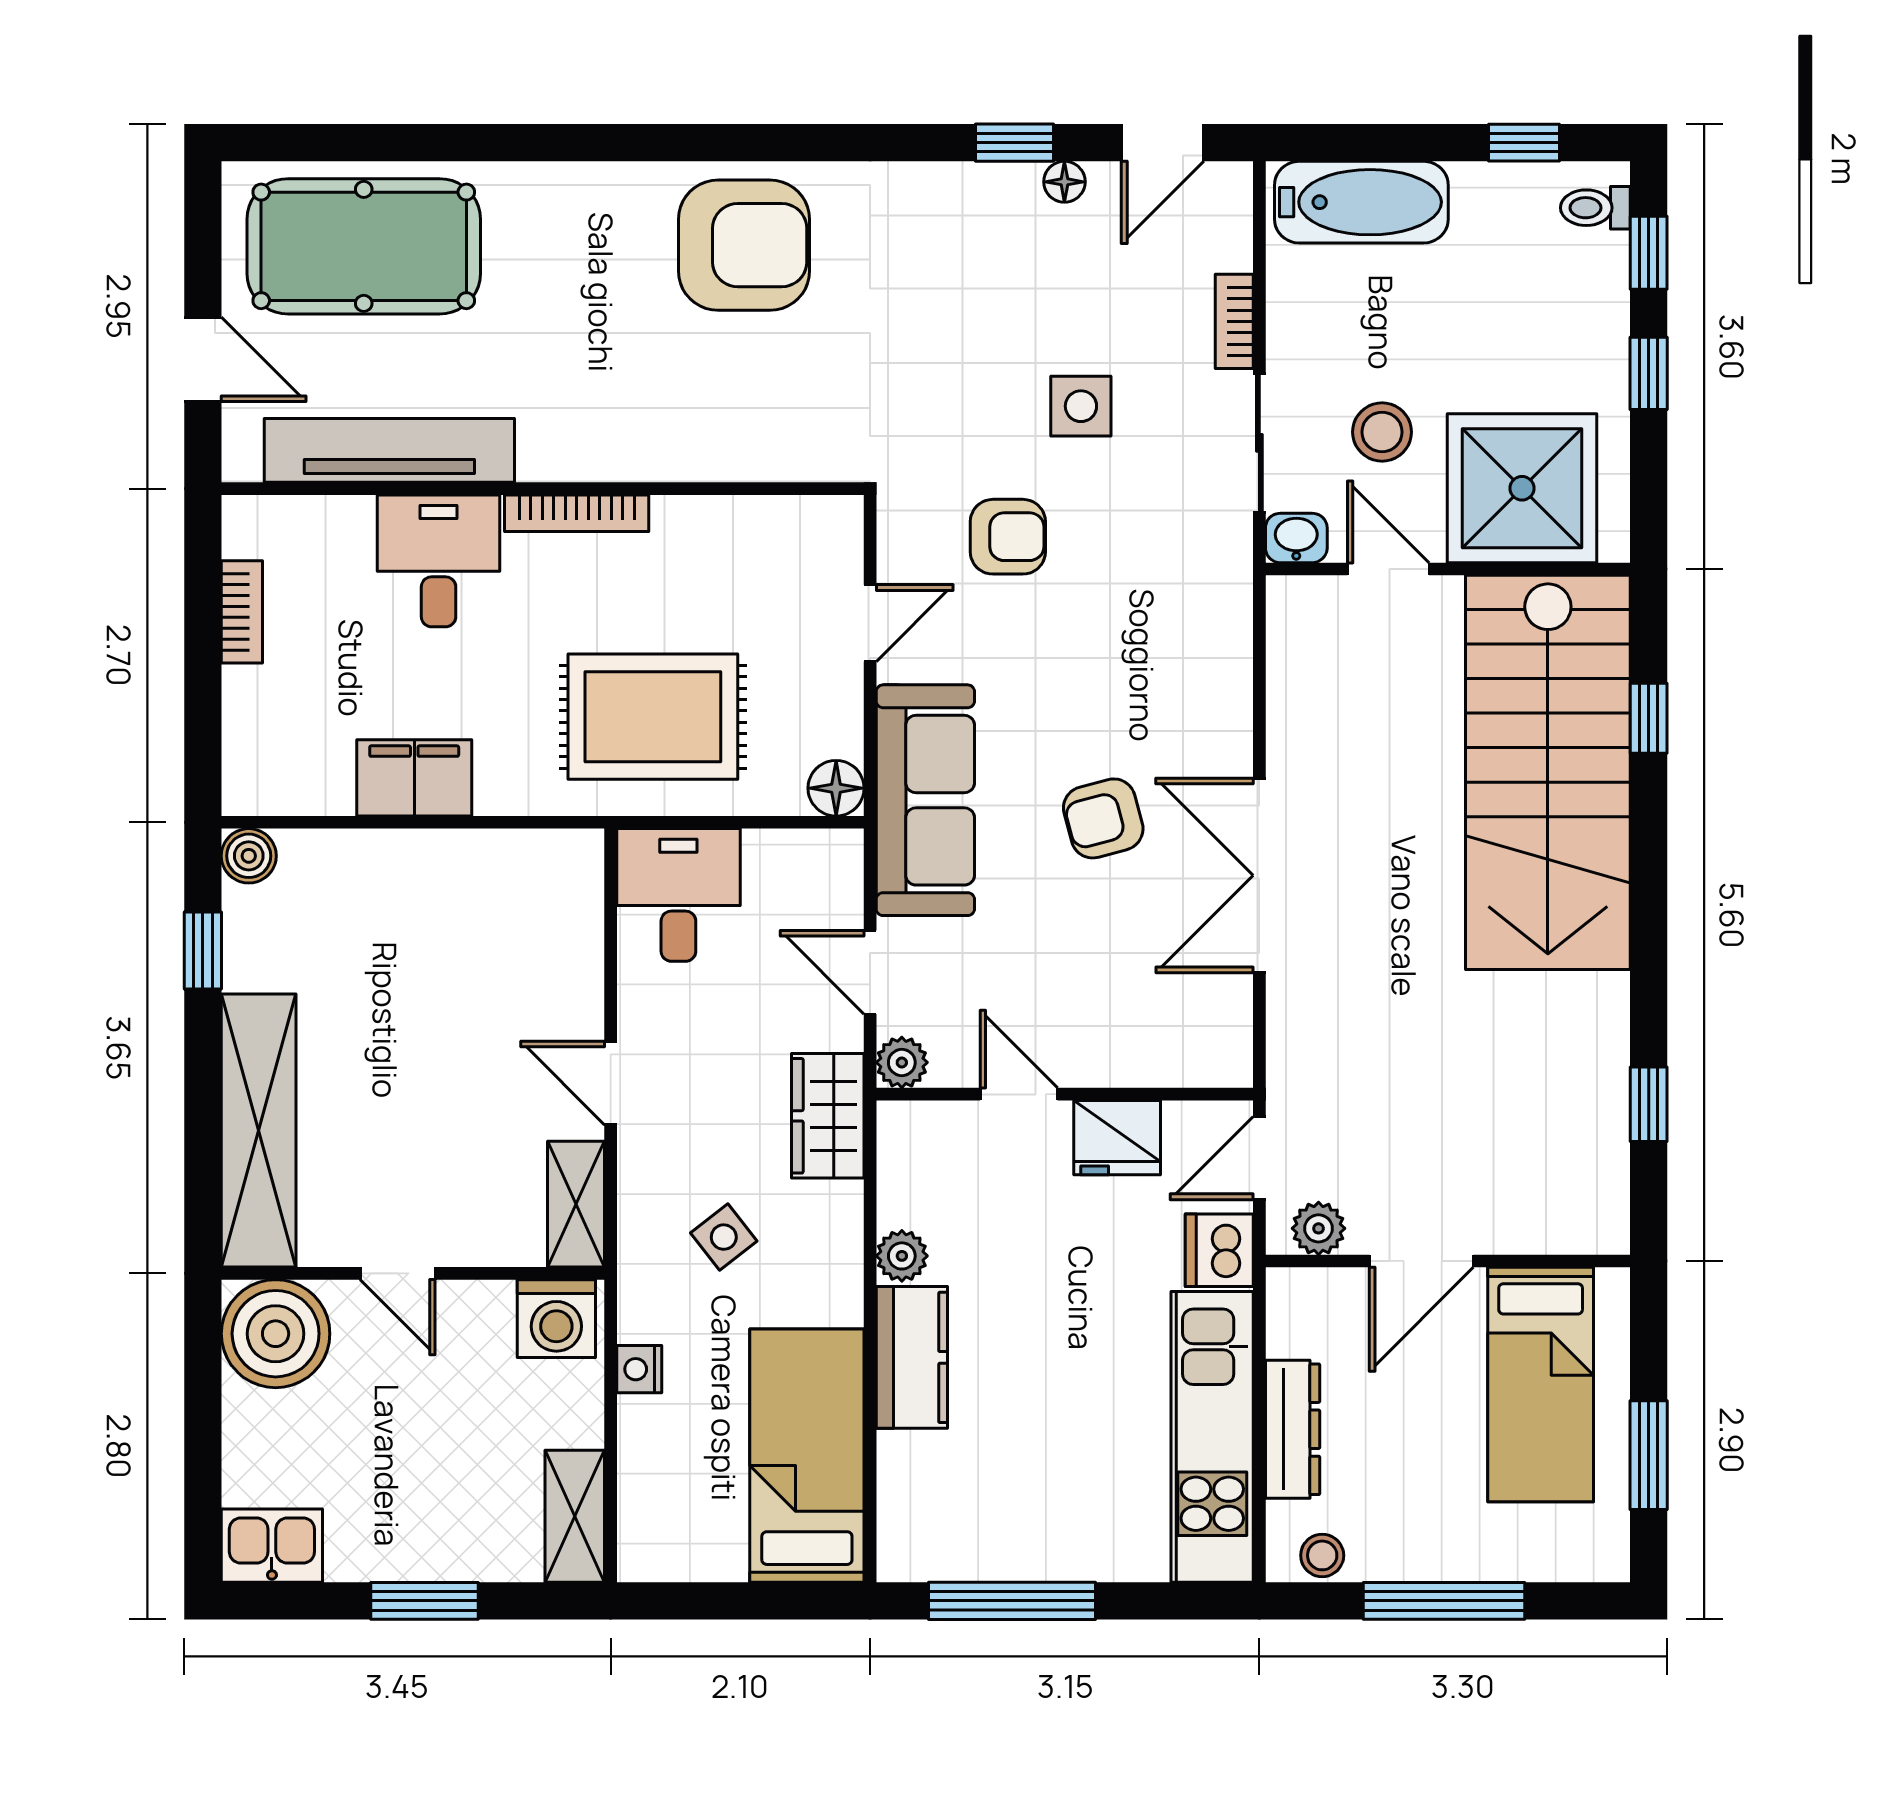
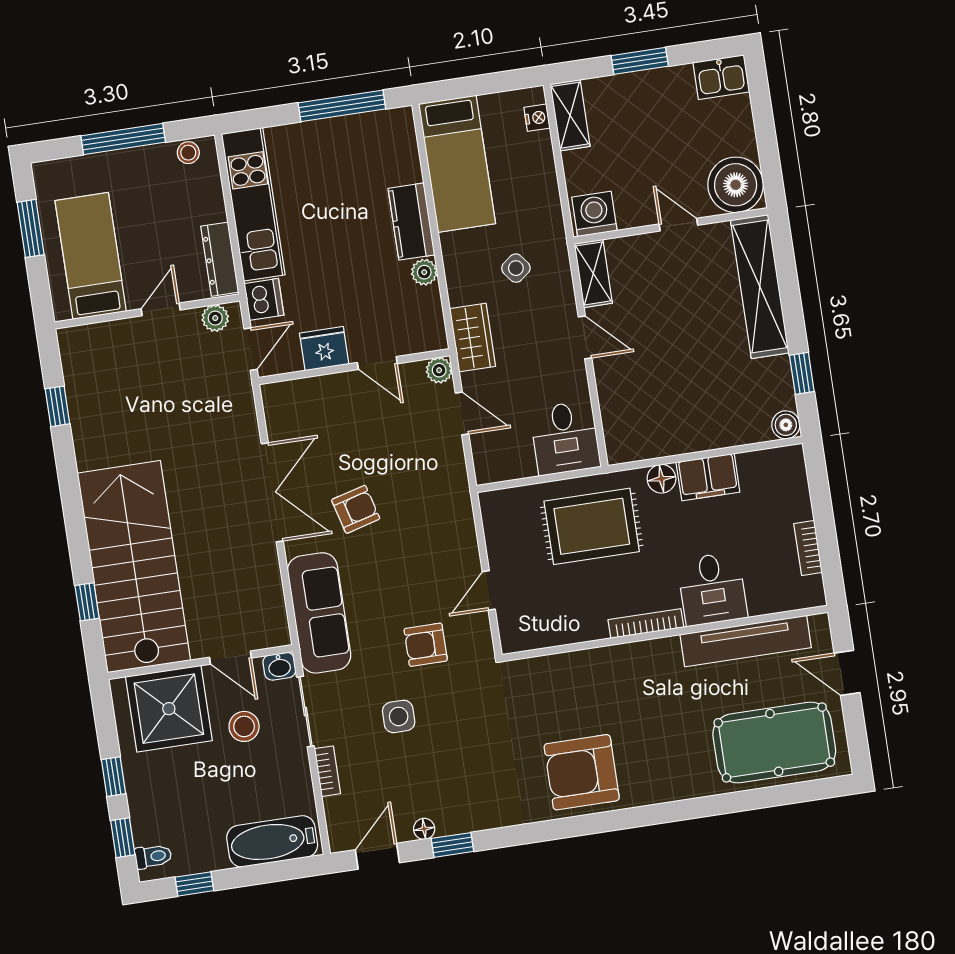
floor lamp: (836, 788) -> (661, 479), moved
sofa: (925, 800) -> (319, 613), moved, turned 180
door: (1421, 1261) -> (161, 309), width x0.73
nightstand: (639, 1369) -> (537, 118), moved
dresser: (1293, 1429) -> (220, 259), moved

